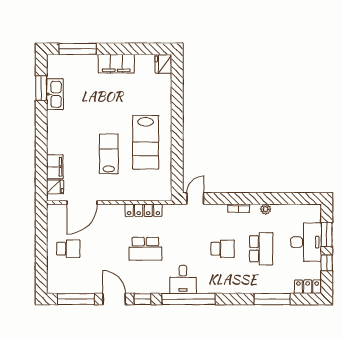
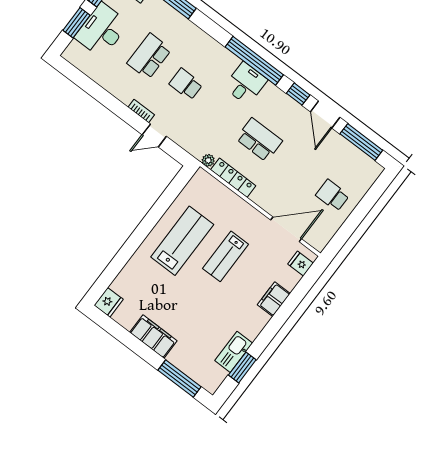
filing cabinet: (55, 167) -> (274, 299), moved
door: (195, 198) -> (154, 135), moved
plant: (266, 209) -> (208, 160), moved

